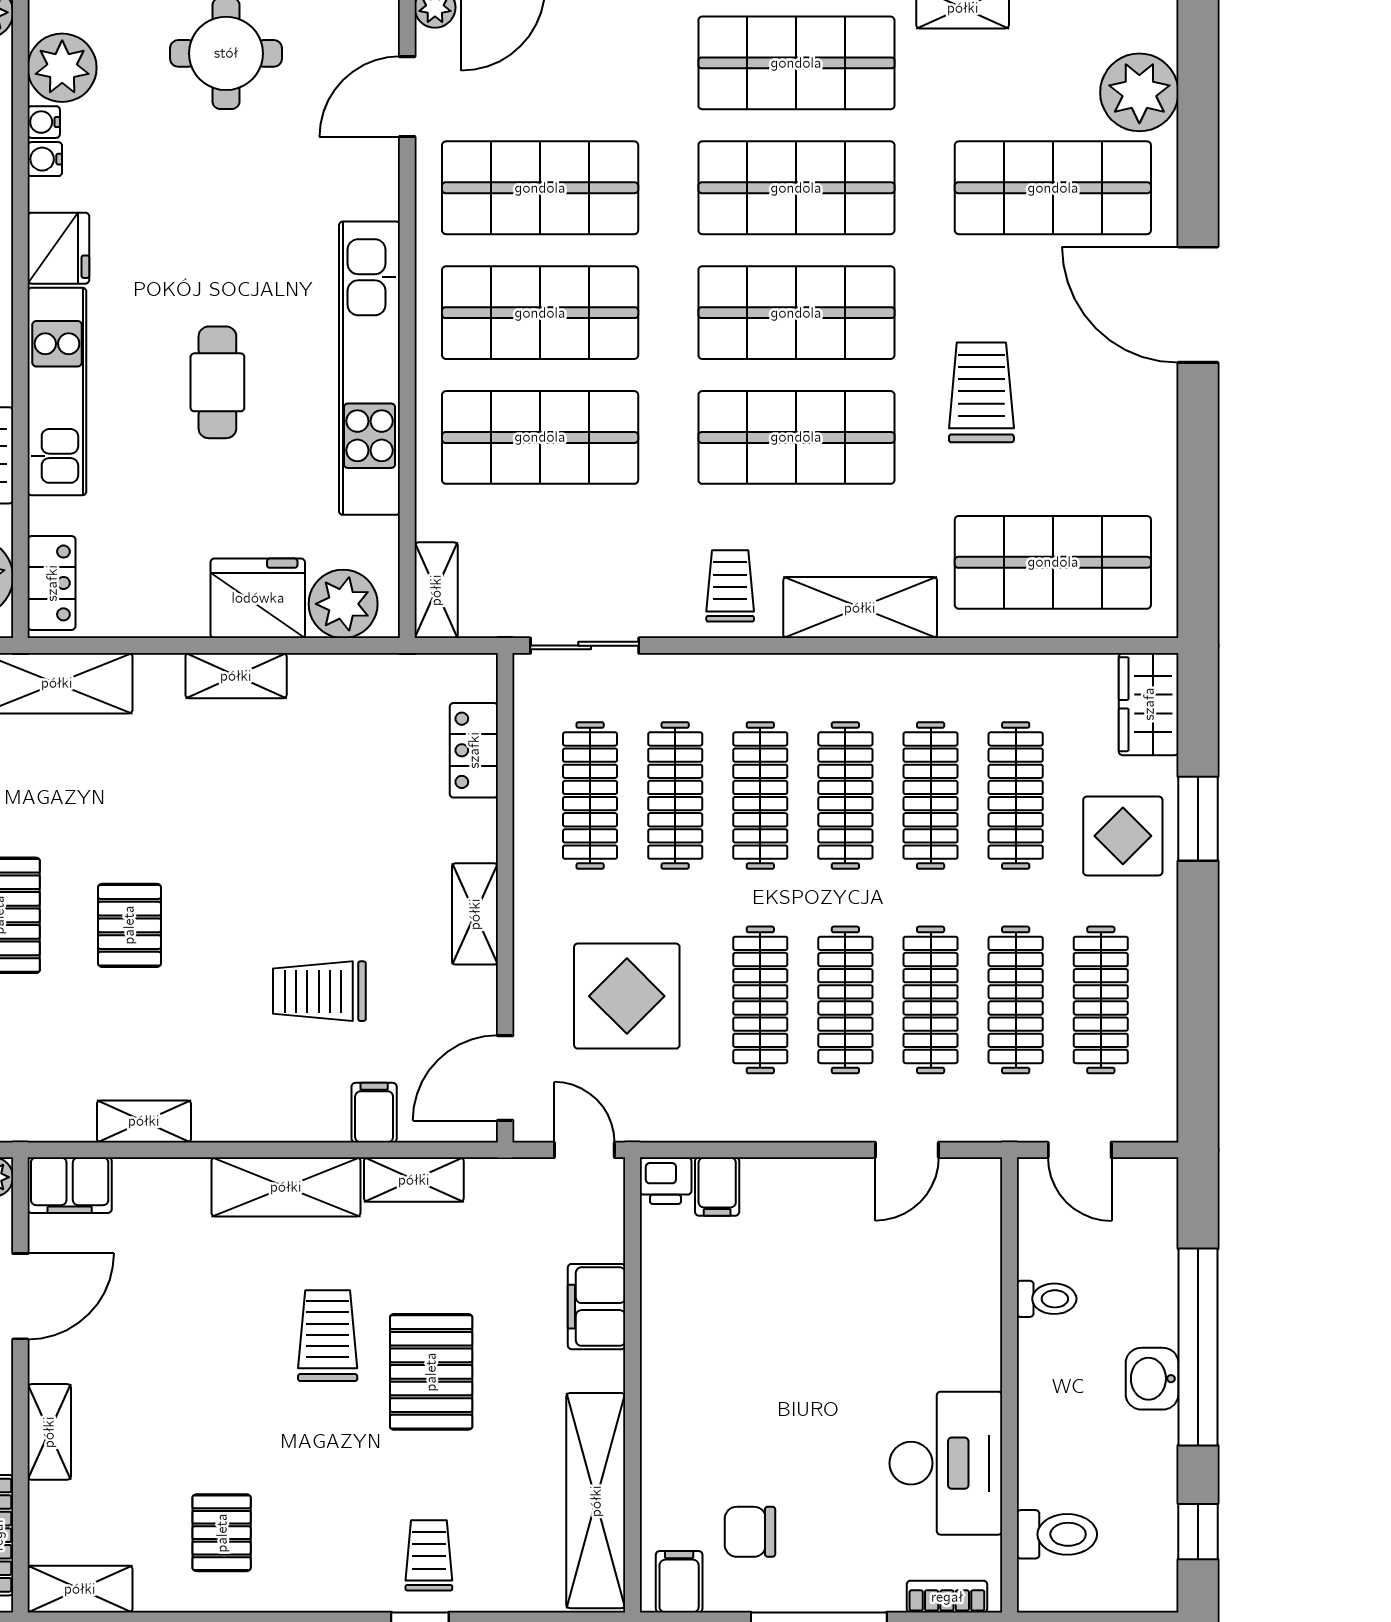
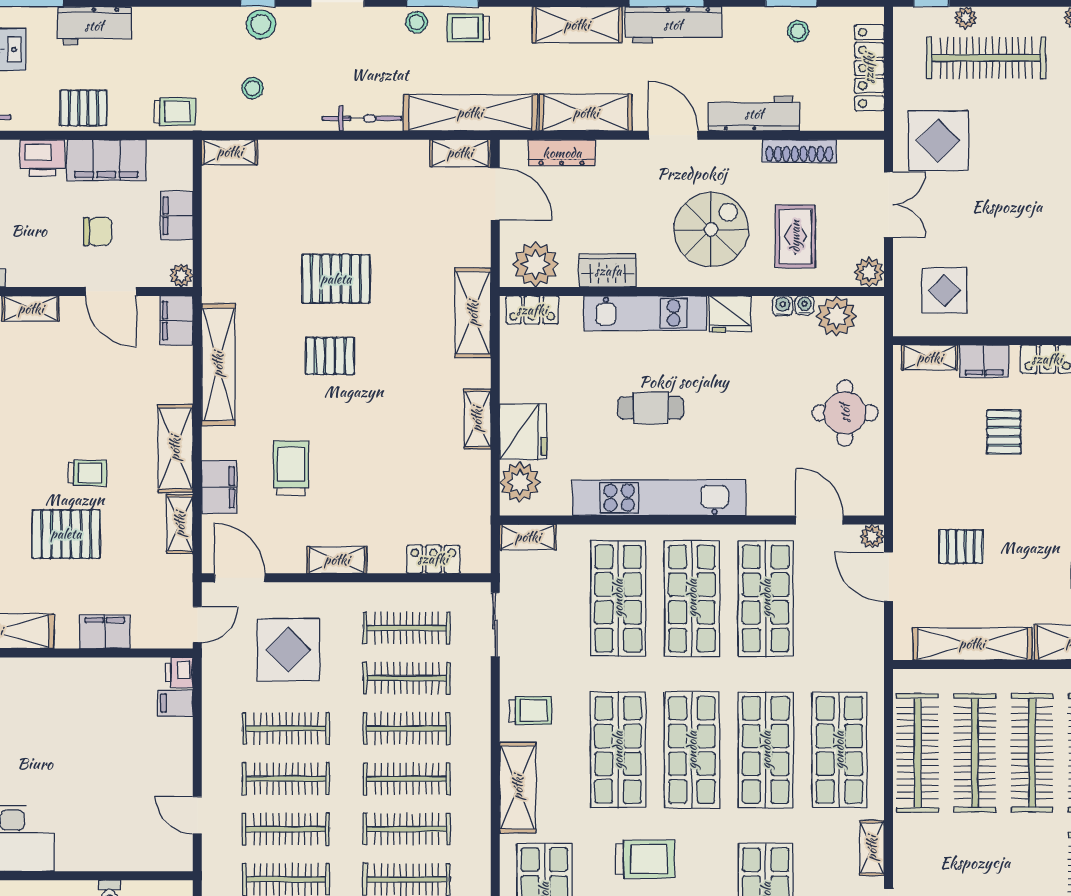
filing cabinet: (374, 1113) -> (219, 487), width x2.00
shelving: (144, 1121) -> (218, 364), width x2.20, depth x1.33
trolley: (328, 1336) -> (88, 473), width x0.73, depth x0.72

